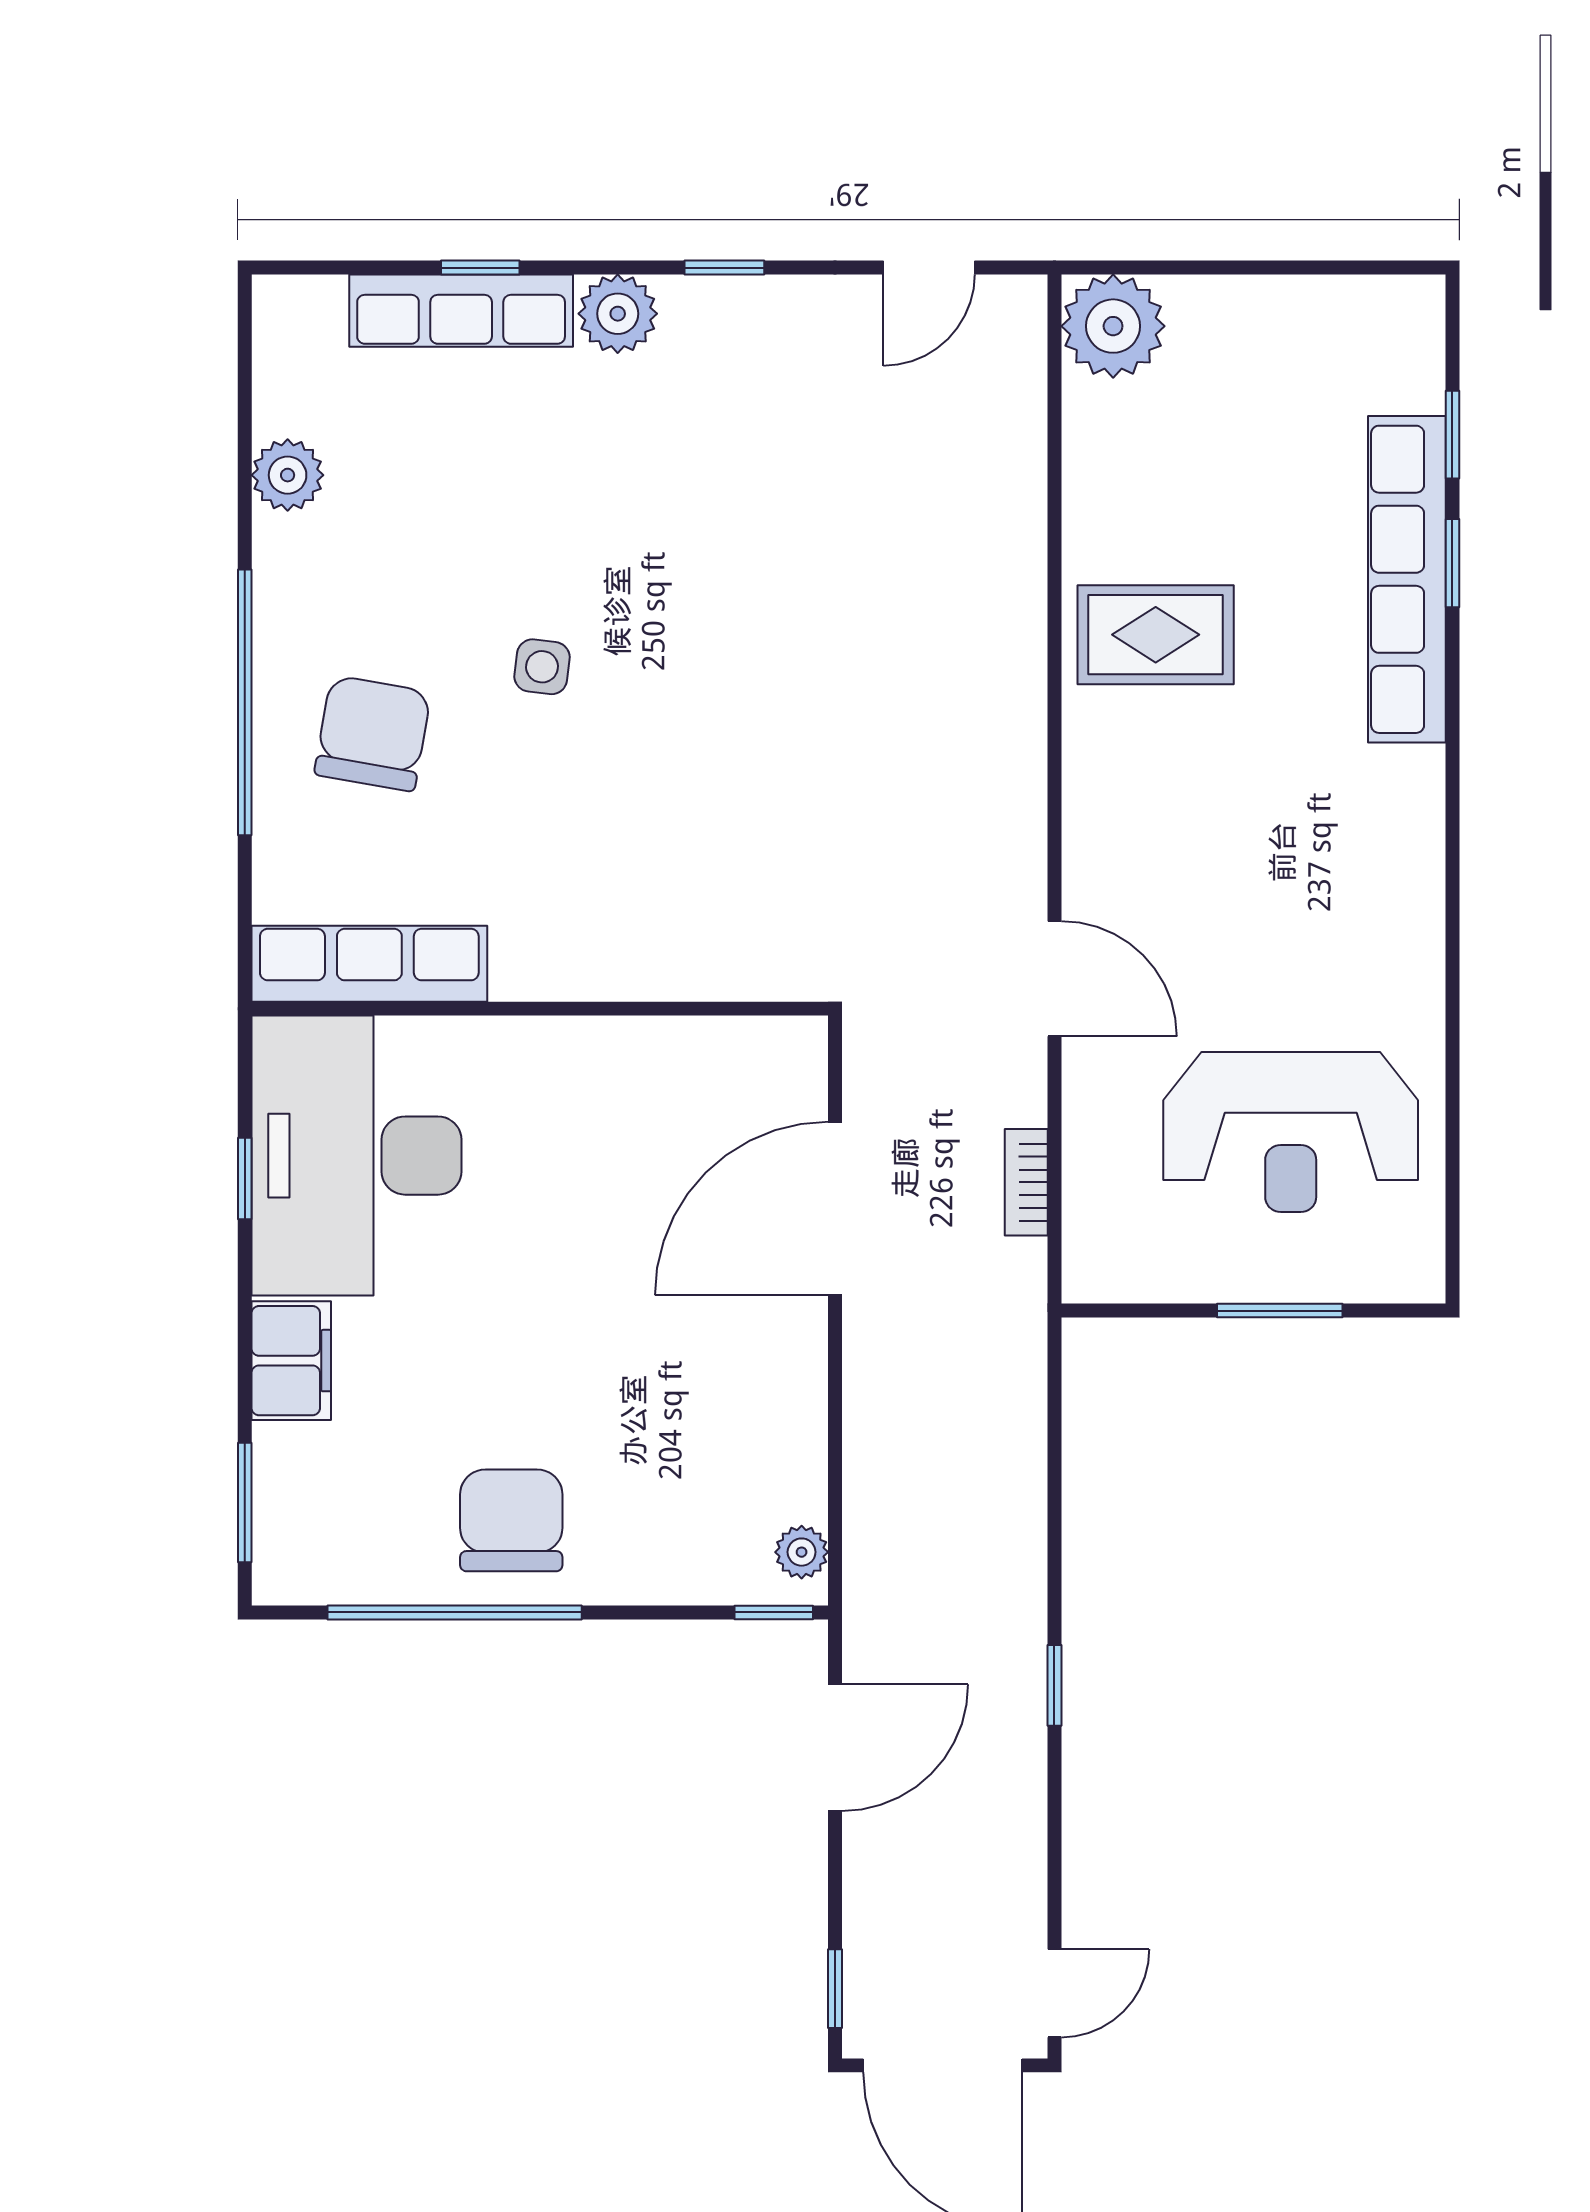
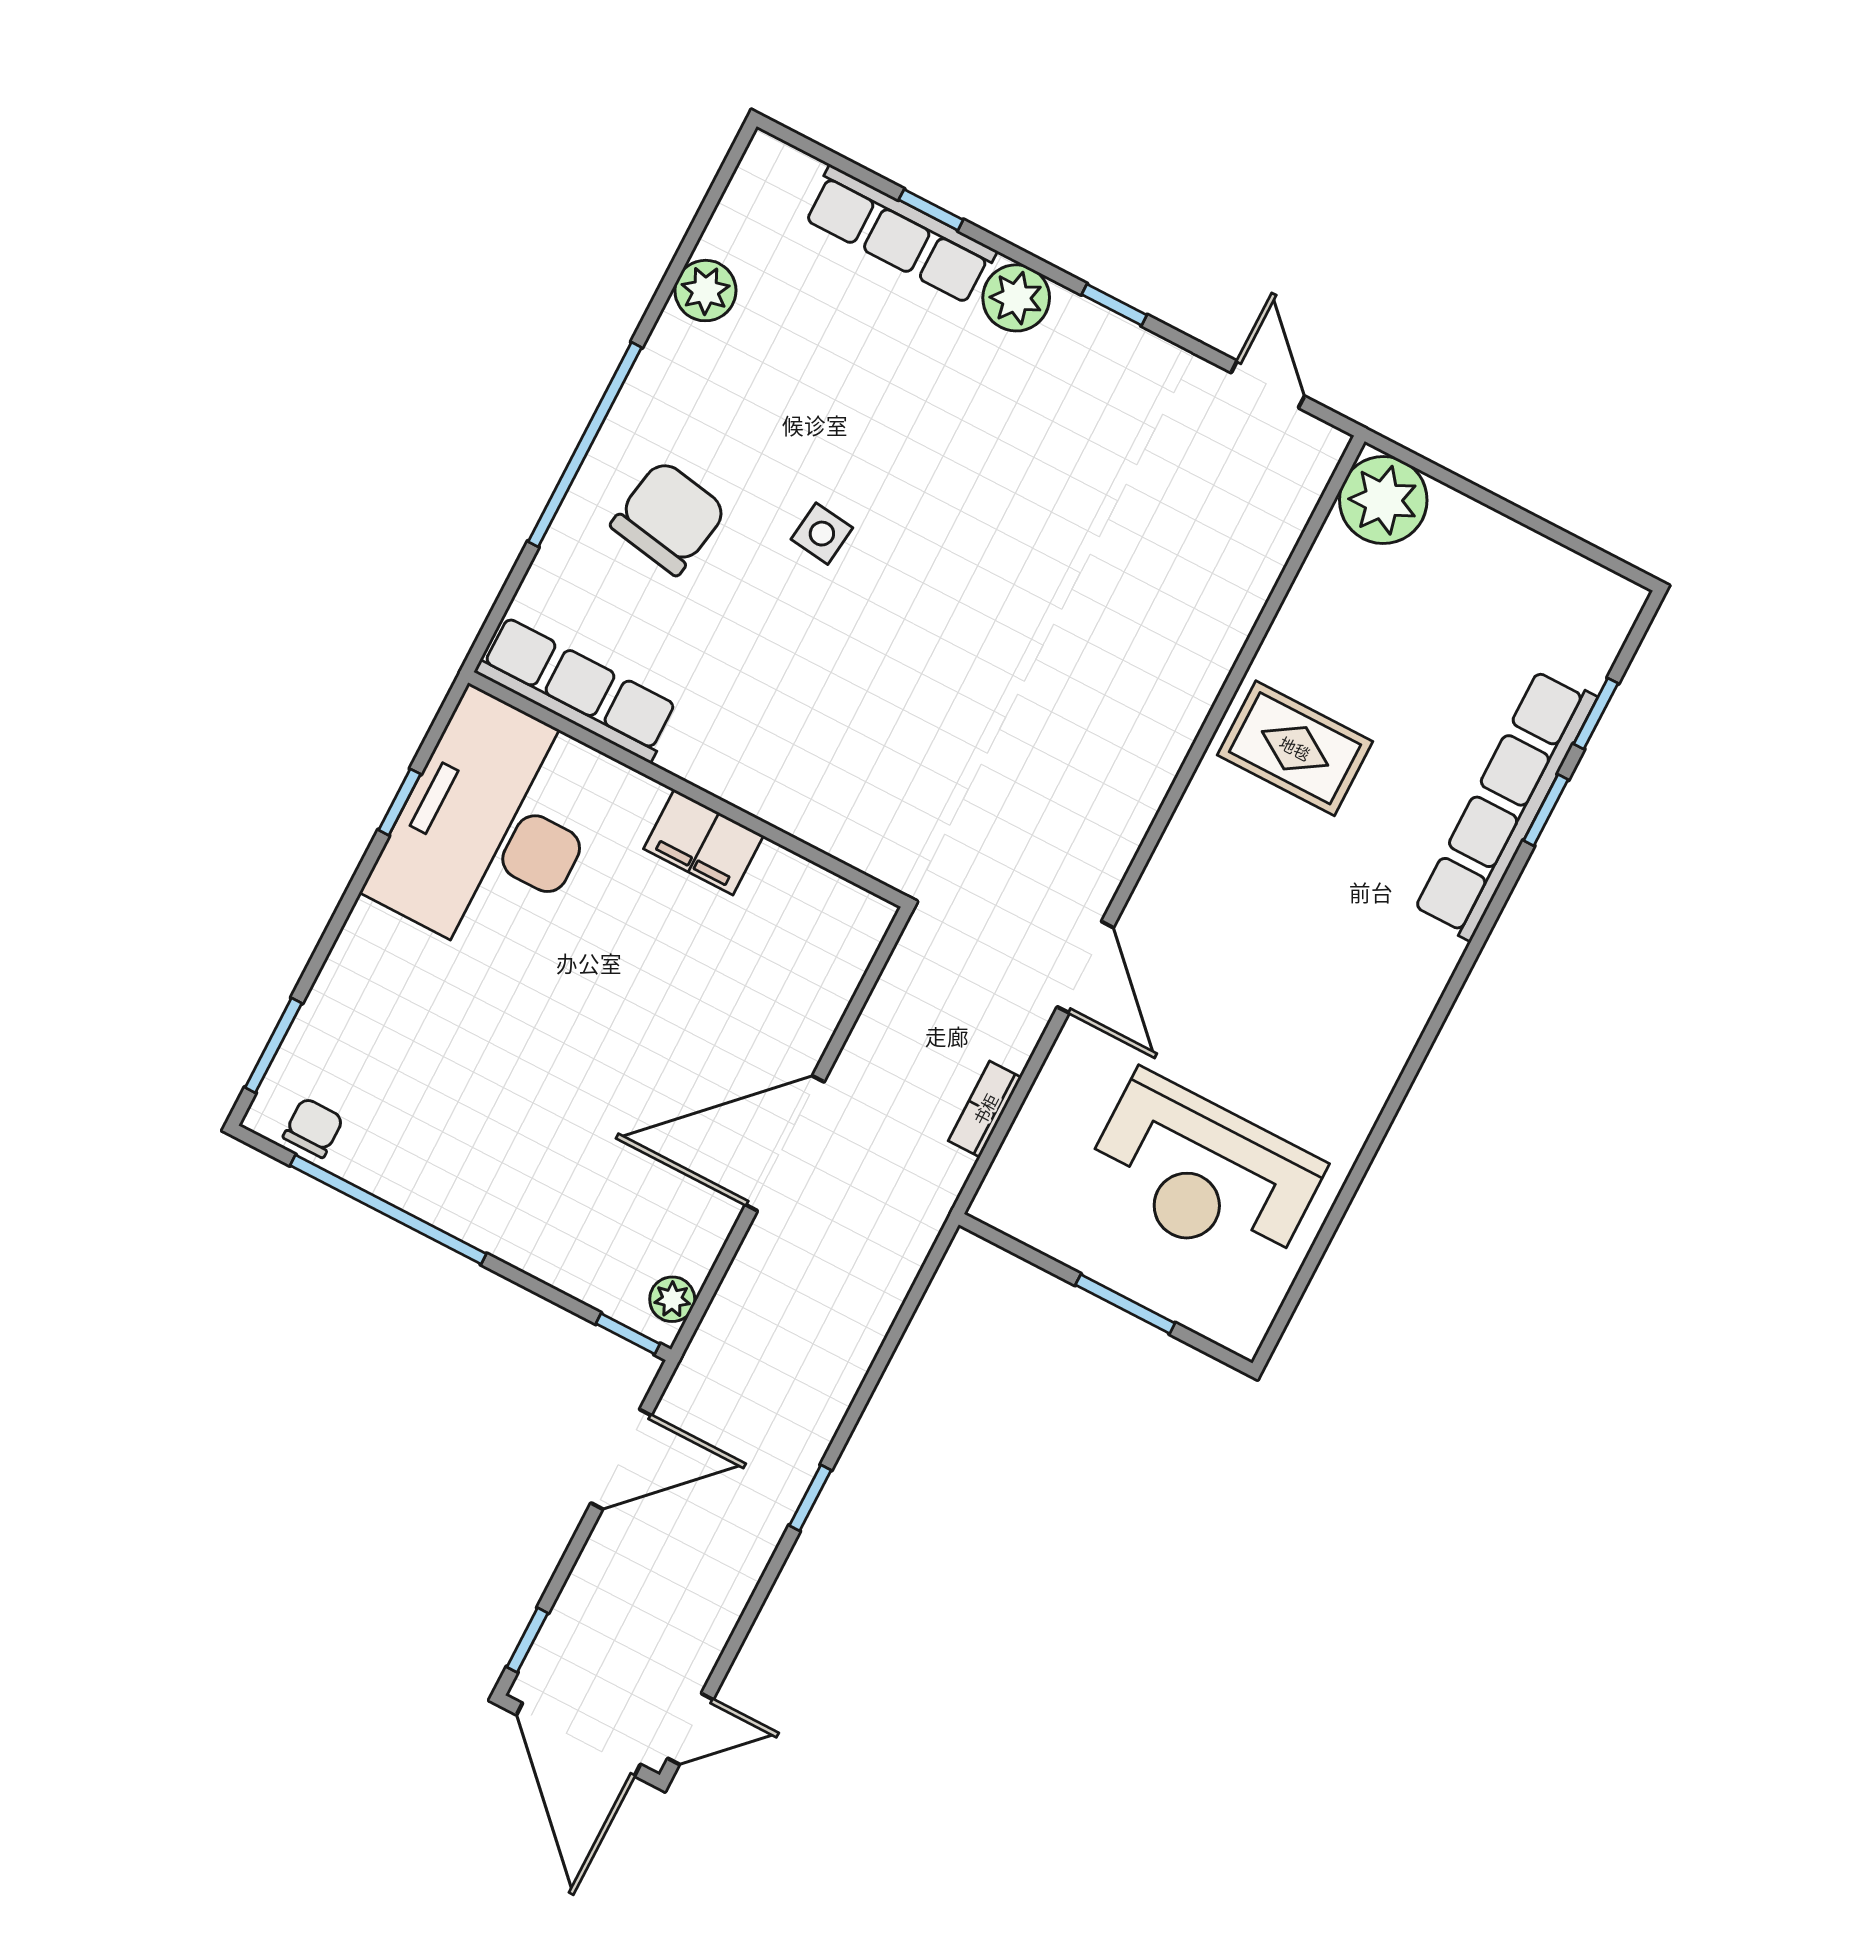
door: (929, 268) -> (1268, 384), swing flipped
door: (835, 1209) -> (785, 1143), moved
filing cabinet: (291, 1361) -> (704, 842), moved, turned 90
chair: (511, 1520) -> (313, 1128), moved, width x0.54, depth x0.54

